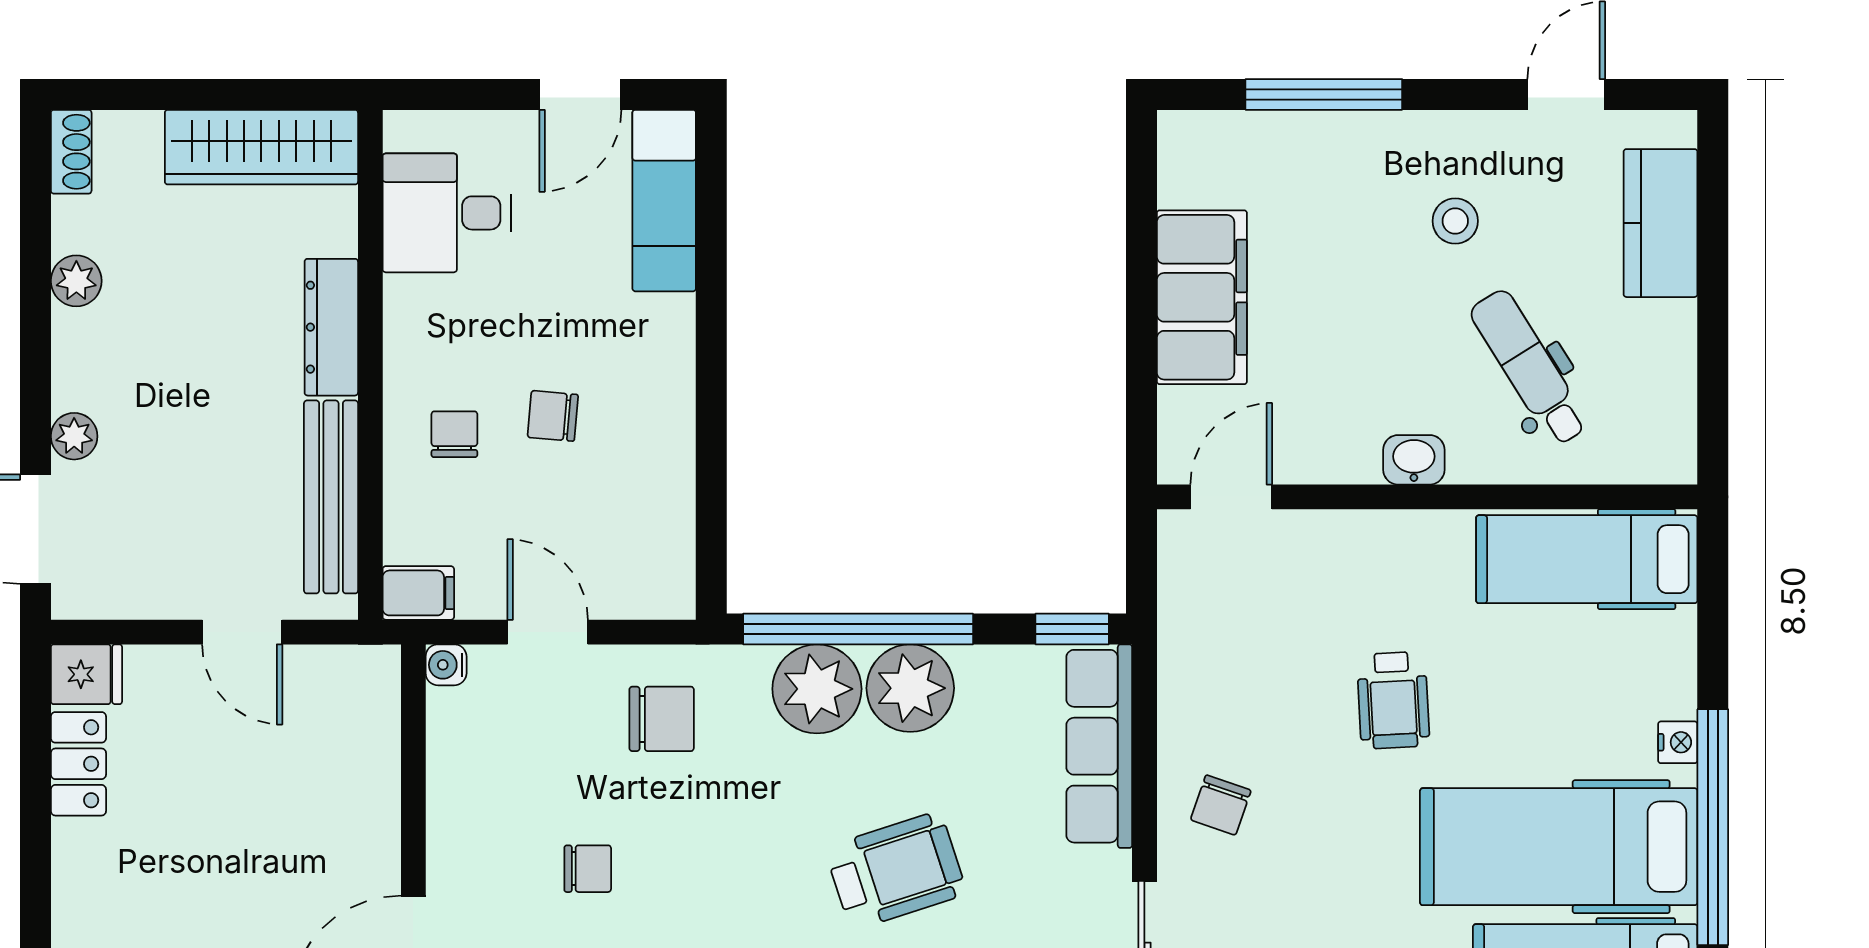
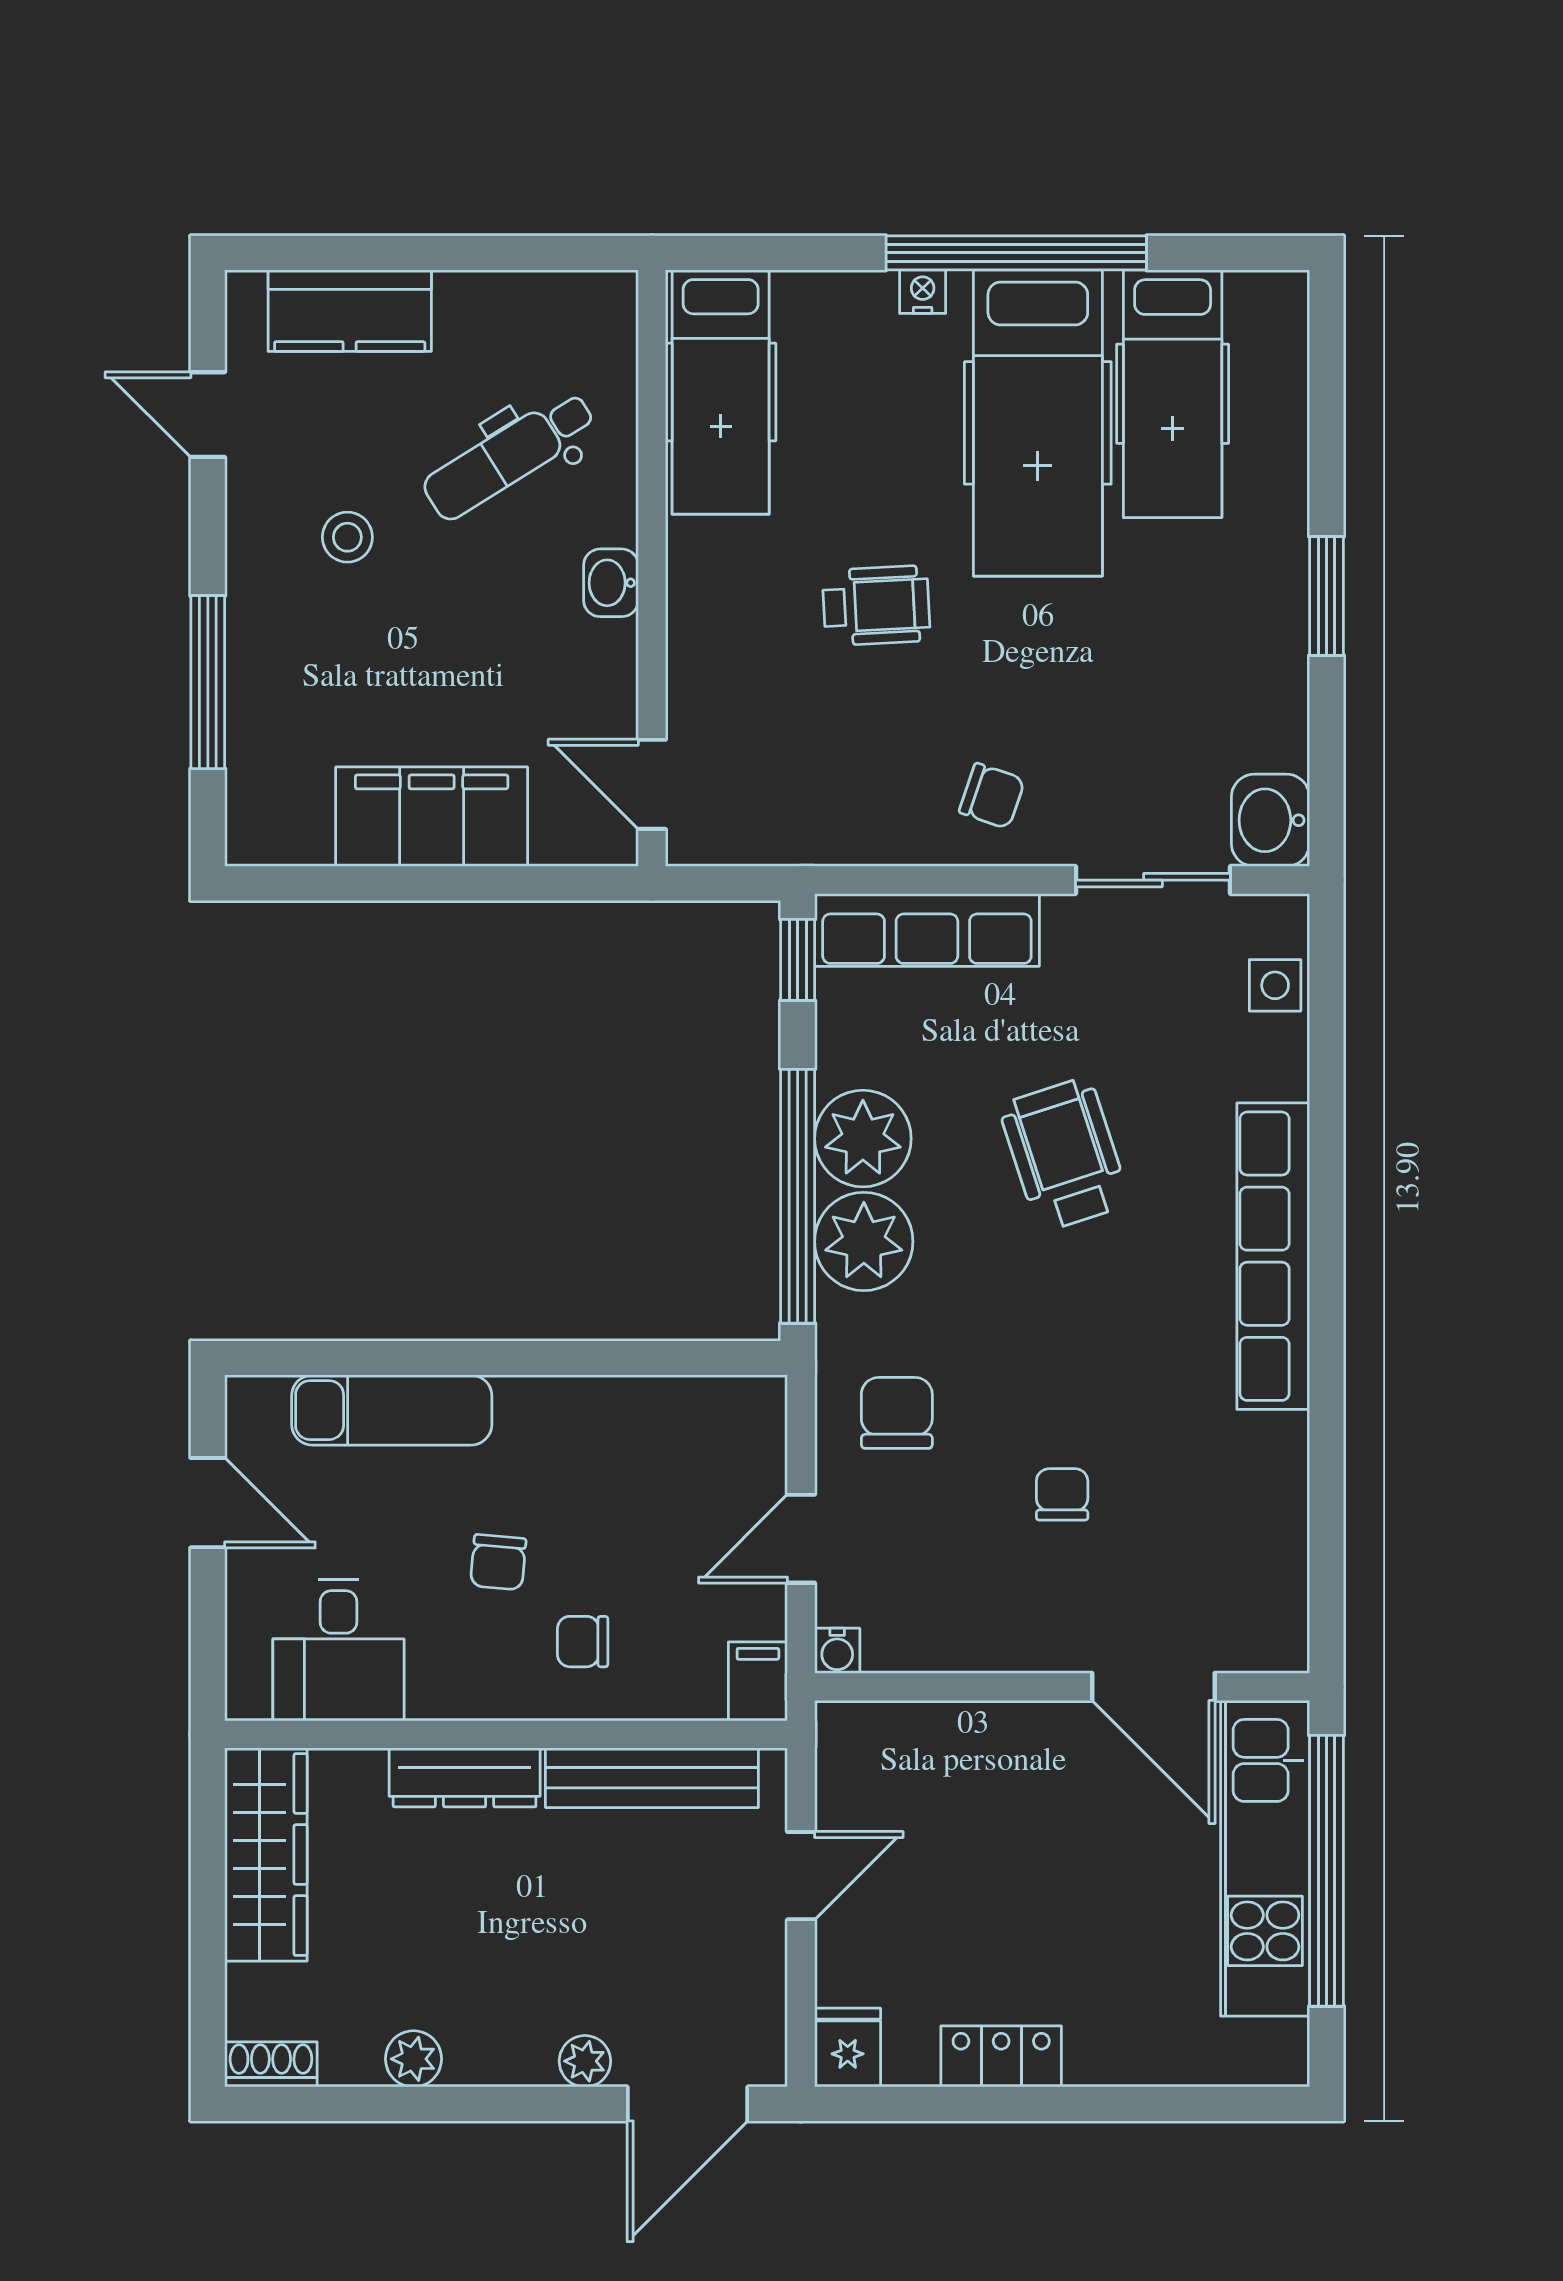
exam couch: (664, 201) -> (392, 1410), moved
chair: (553, 416) -> (498, 1562), moved
locker: (78, 764) -> (1001, 2056), moved

